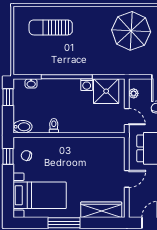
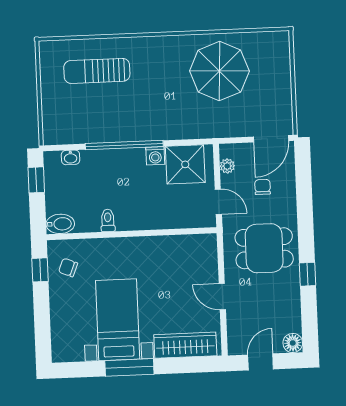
door: (127, 179) -> (222, 297), swing flipped
bed with nightstands: (40, 195) -> (118, 320), moved, turned -90

